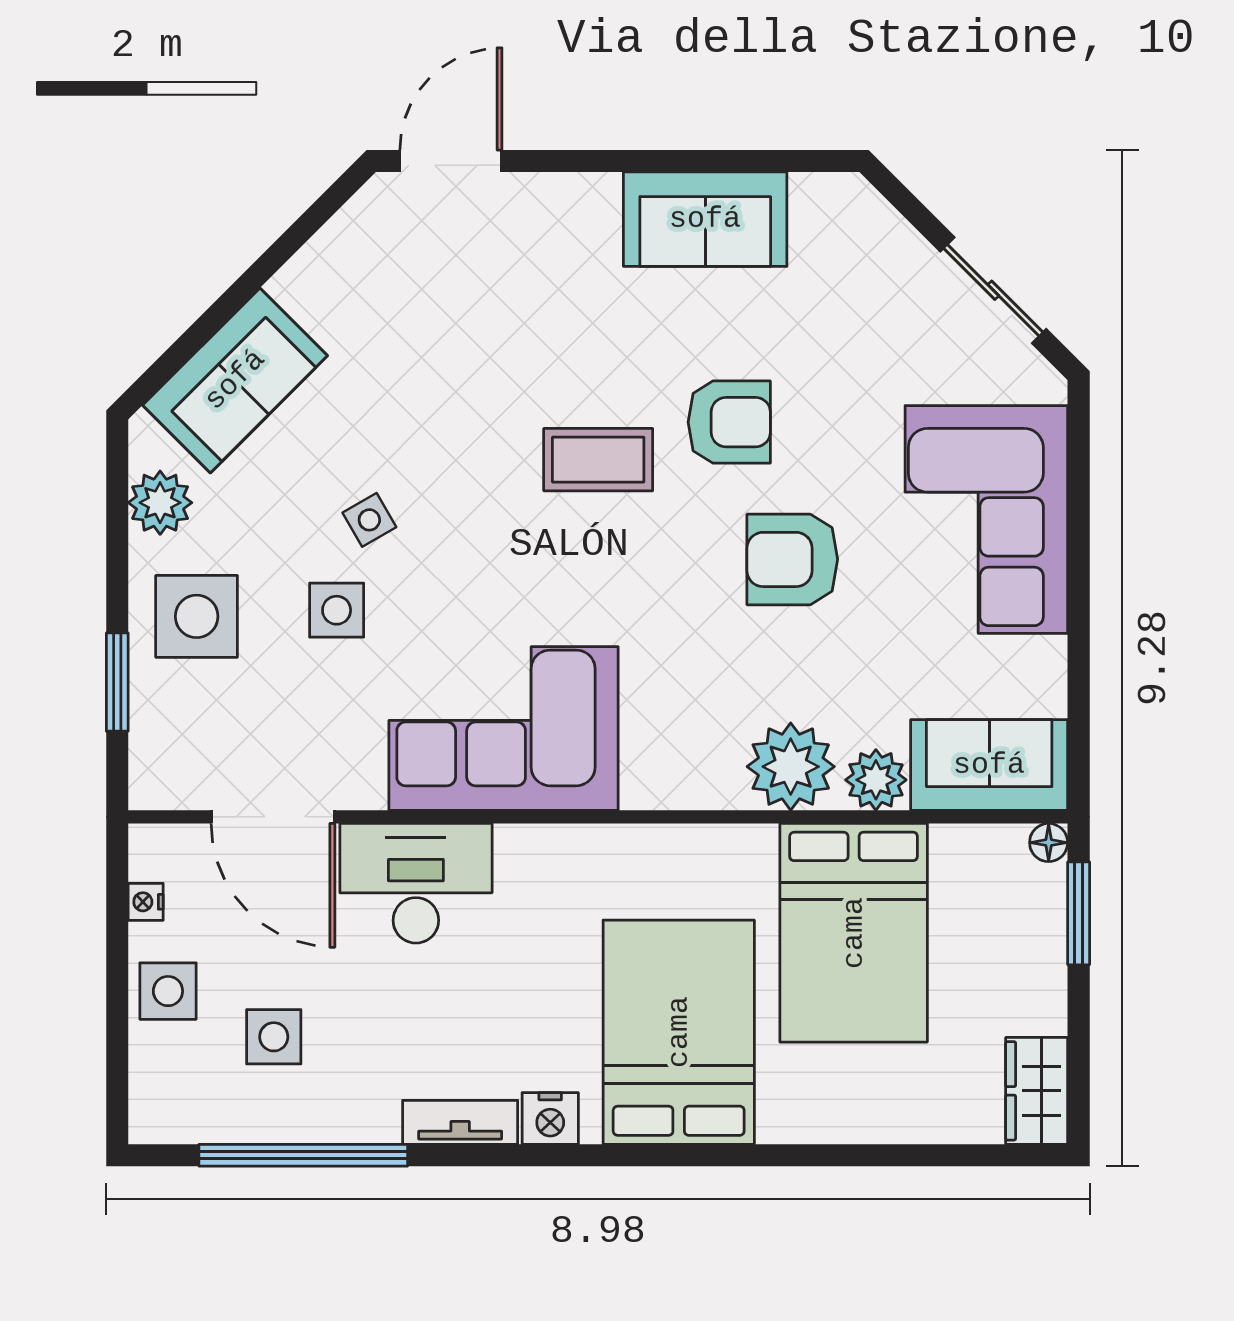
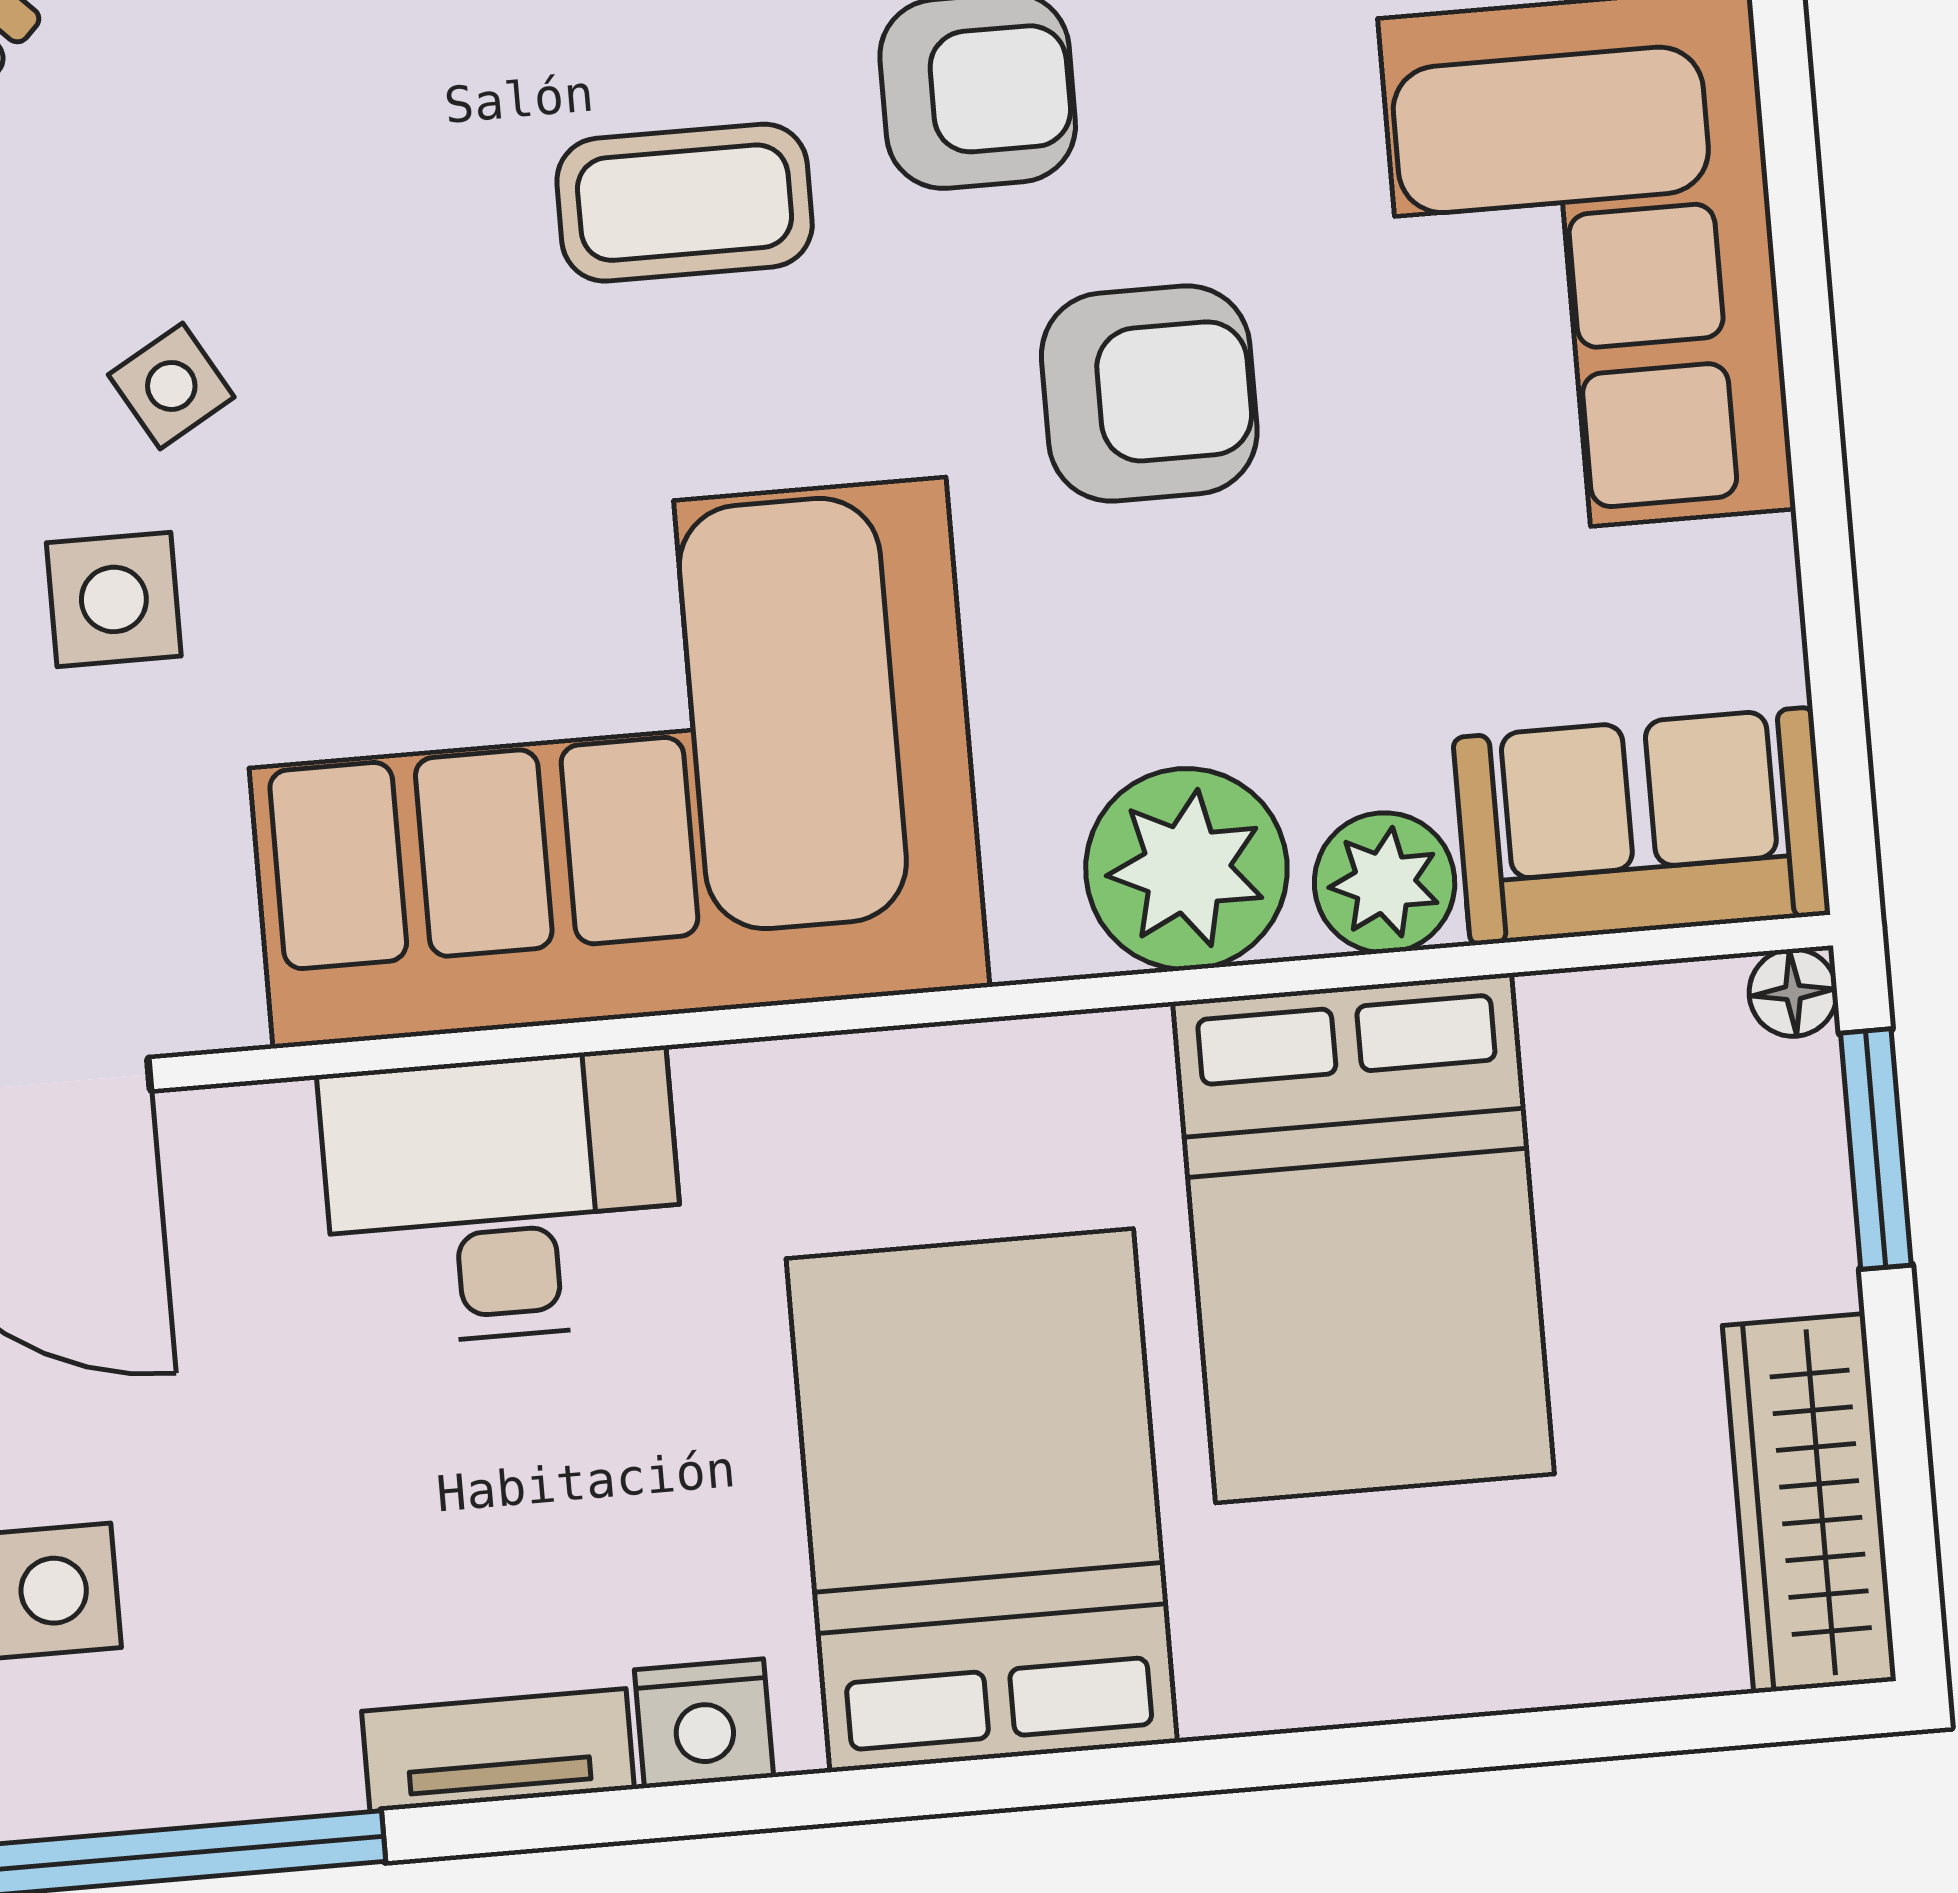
armchair: (792, 559) -> (1149, 394), turned 180
corner sofa: (504, 729) -> (610, 763), width x1.36, depth x1.36
desk: (416, 883) -> (503, 1197), moved
wardrobe: (1037, 1091) -> (1809, 1503), width x1.50

